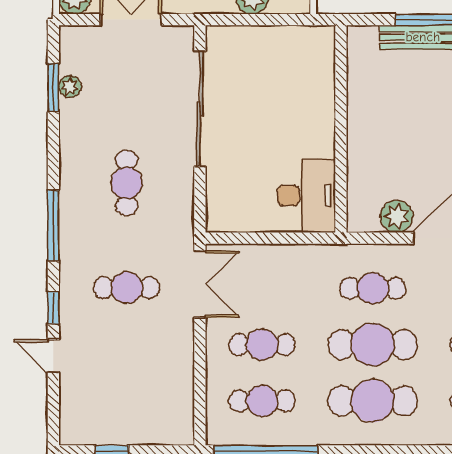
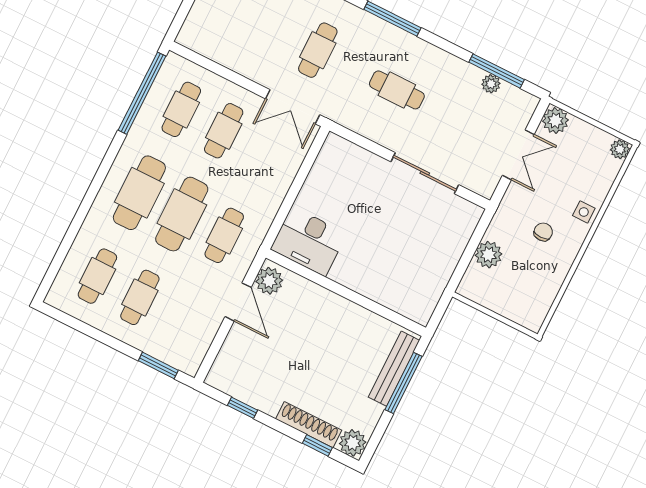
window: (53, 87) -> (497, 71), width x1.44
sliding door: (200, 109) -> (425, 173), width x0.73
wall: (341, 129) -> (346, 293), moved
desk: (306, 196) -> (309, 241), moved

